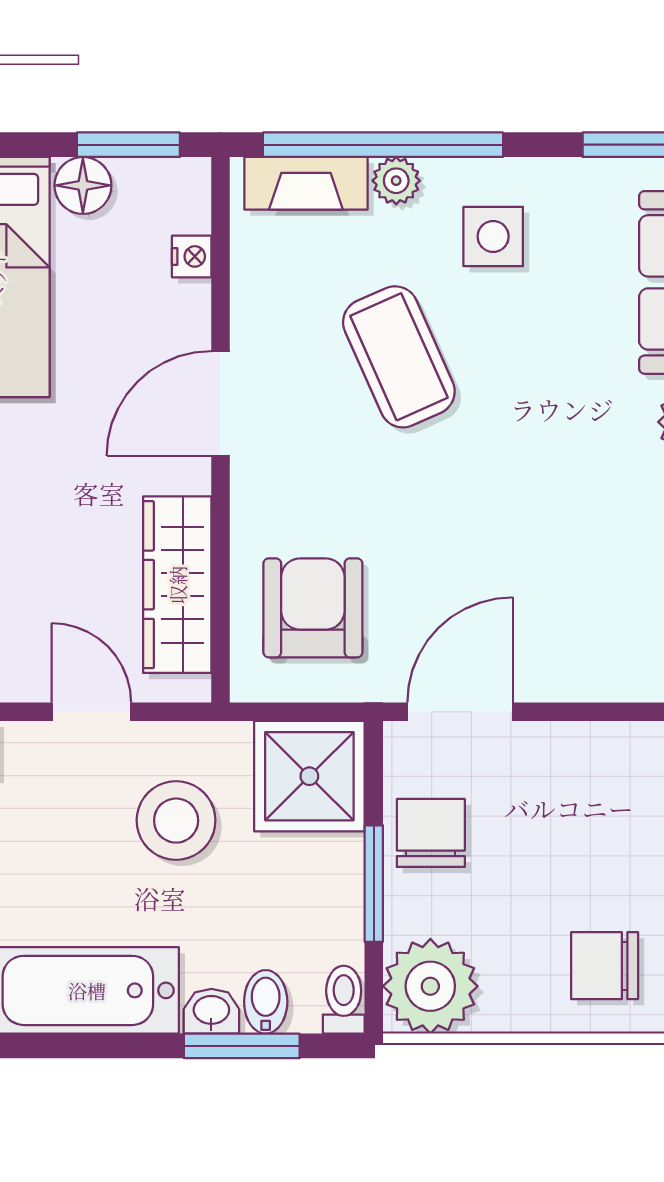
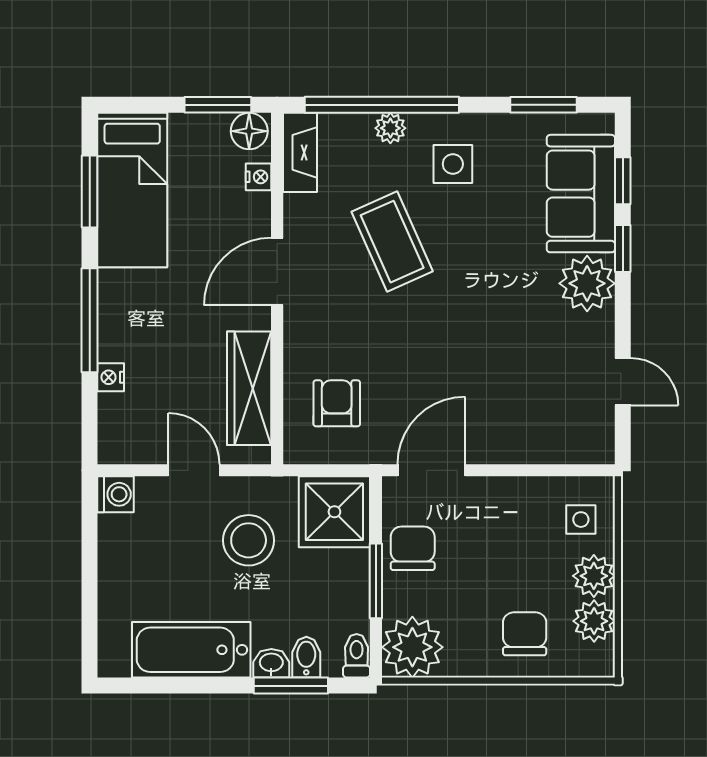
fireplace: (306, 183) -> (300, 152), moved, turned -90
floor lamp: (83, 185) -> (249, 131), moved
armchair: (313, 608) -> (337, 403), width x0.72, depth x0.72
chair: (605, 966) -> (525, 634), turned 90

